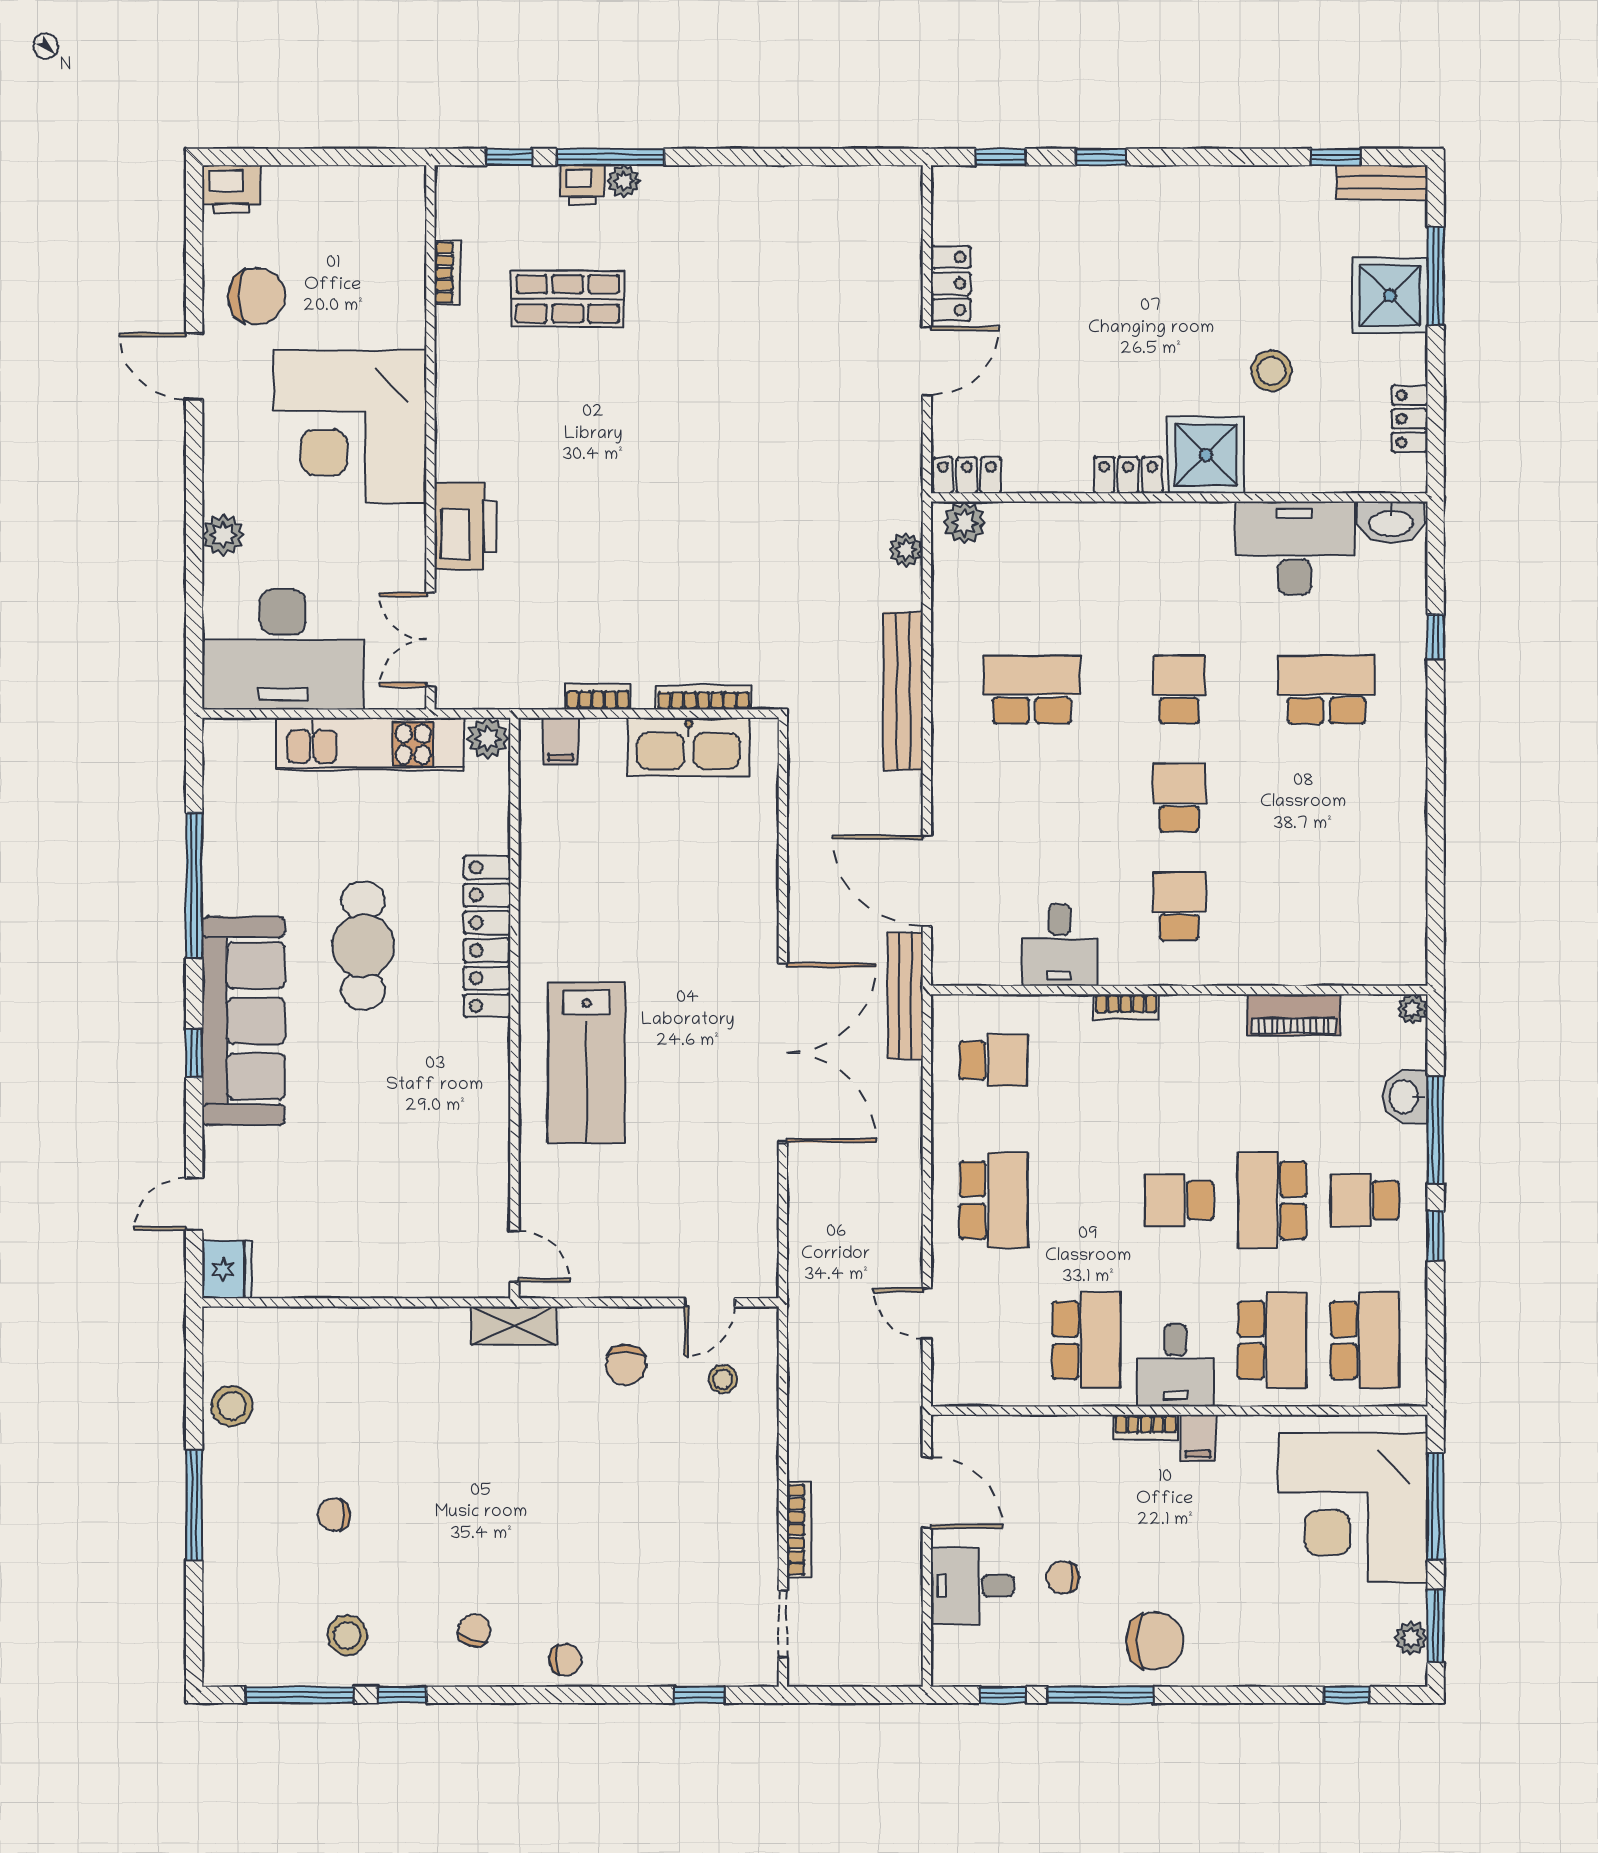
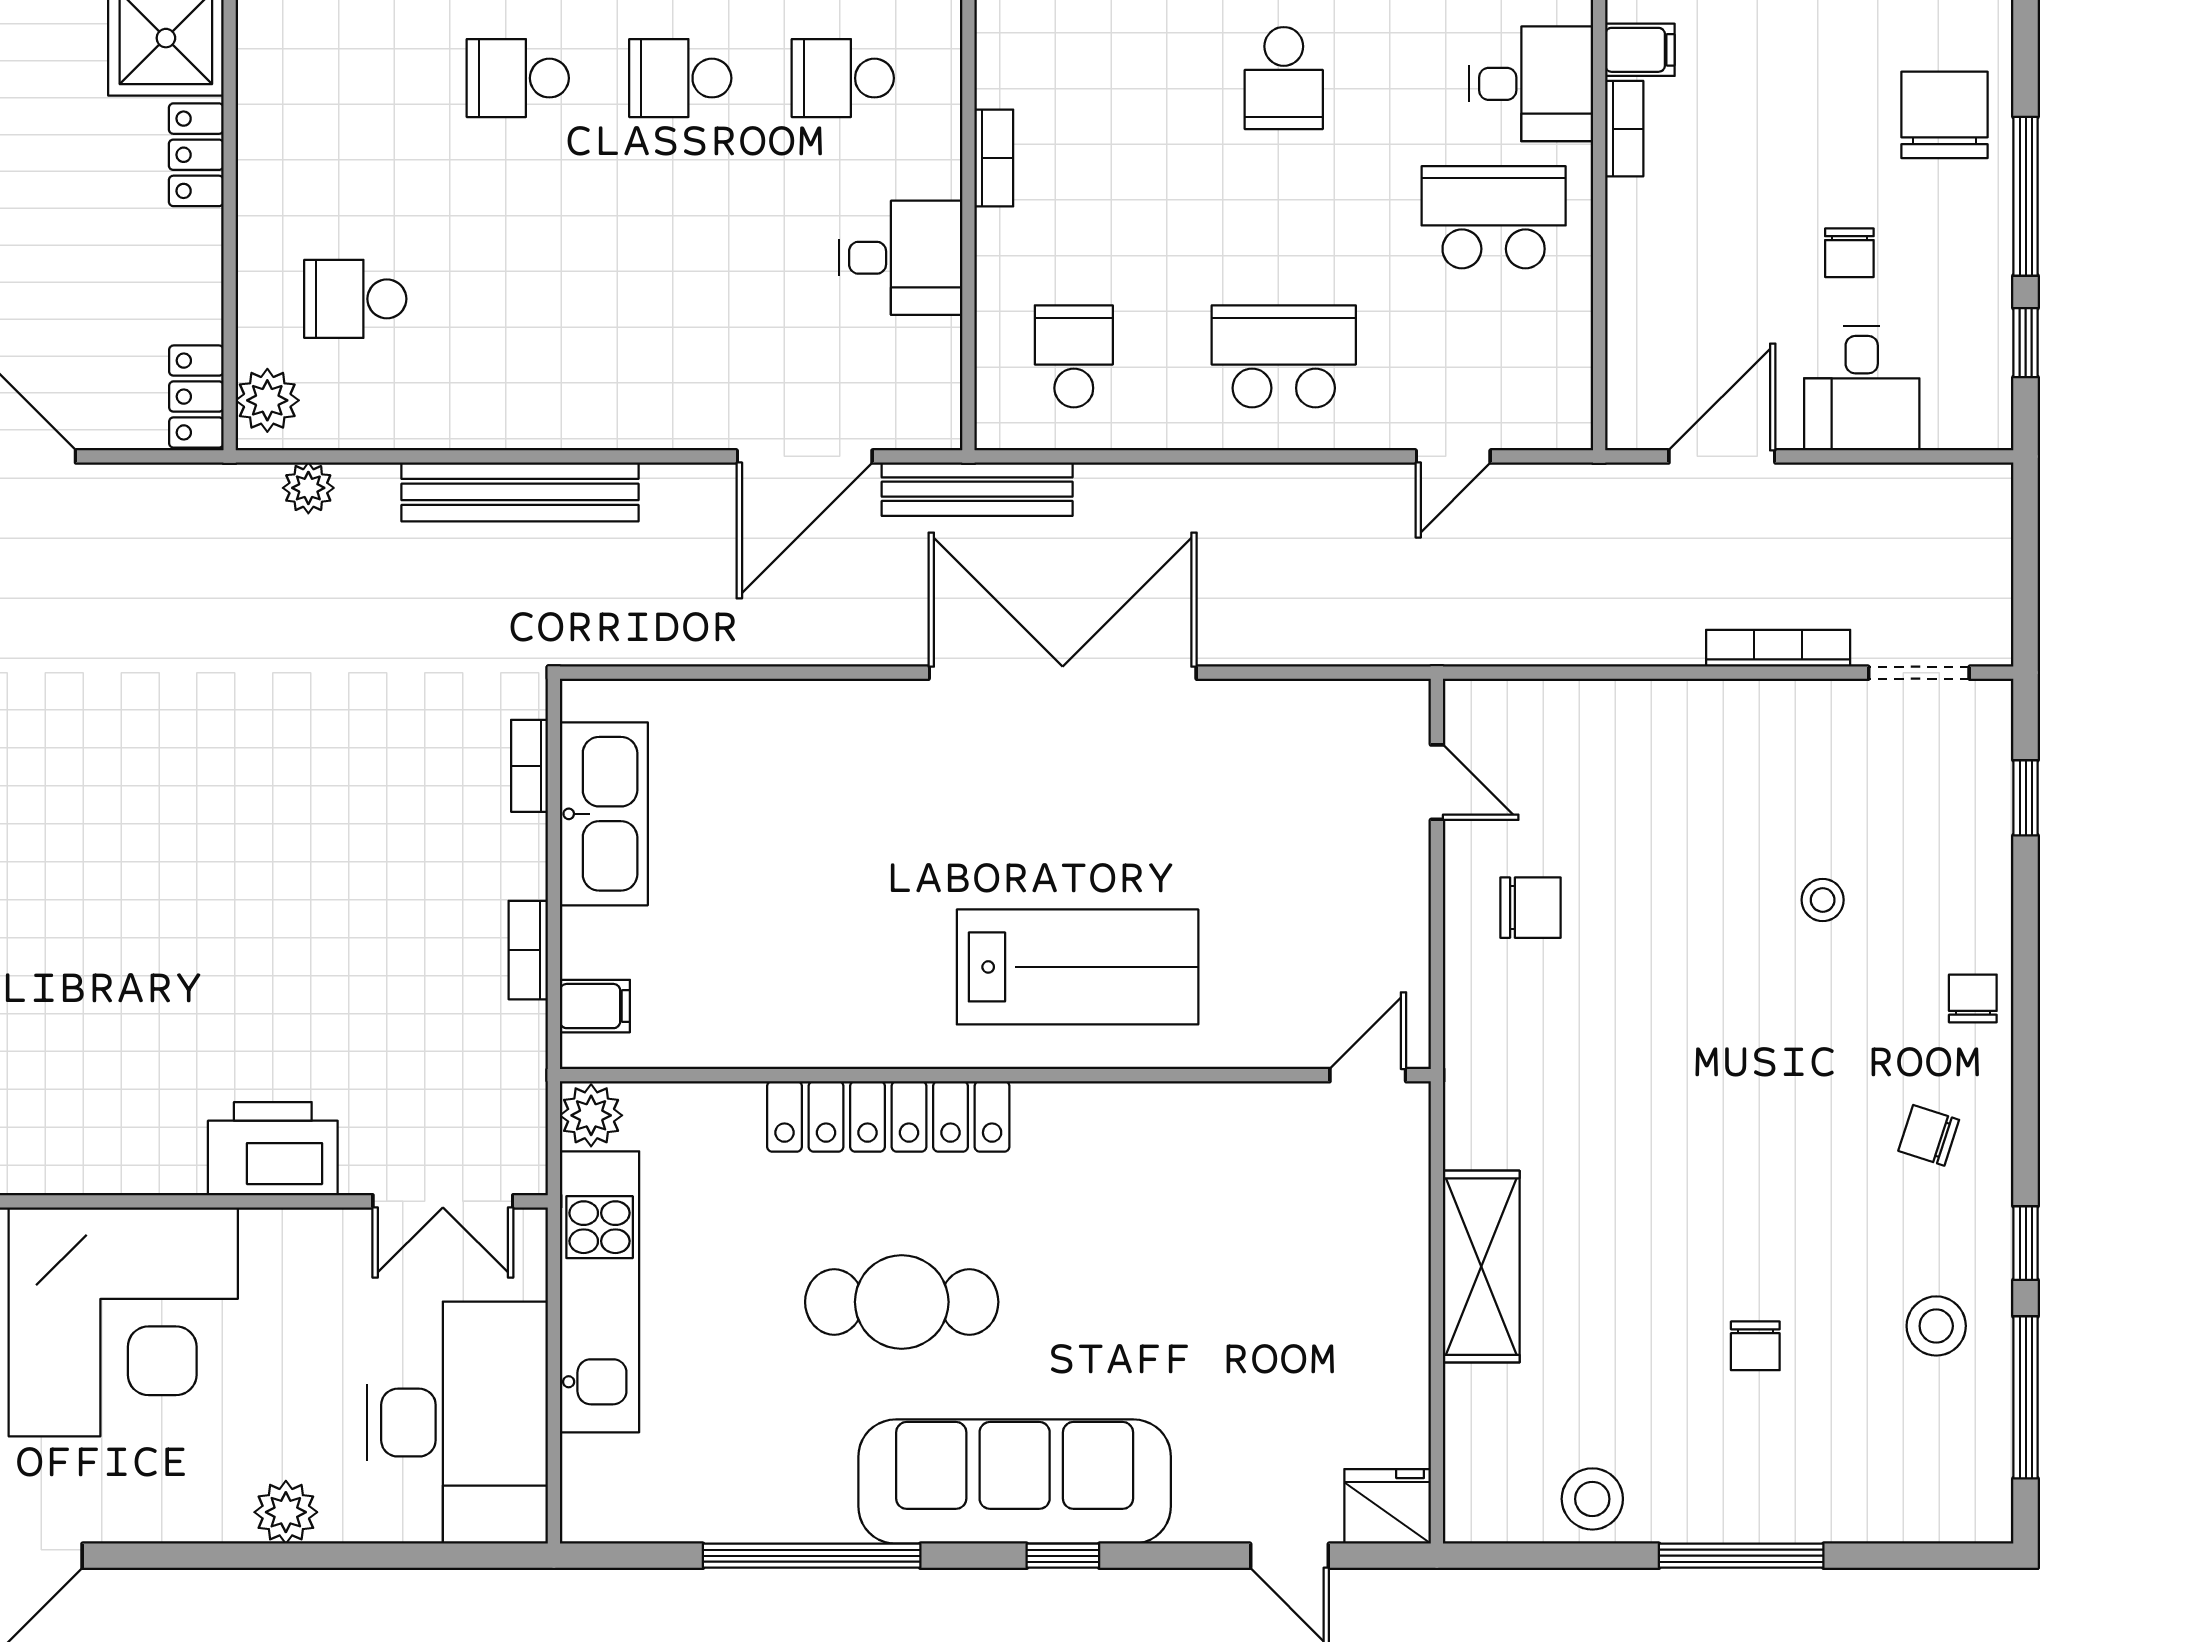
school desk: (1032, 690) -> (355, 299), moved, width x0.54
bookcase: (703, 697) -> (530, 766), width x0.64
shelving: (514, 1326) -> (1481, 1267), moved, width x1.50, depth x1.33
stool: (723, 1379) -> (1823, 900), moved

